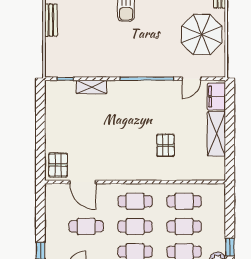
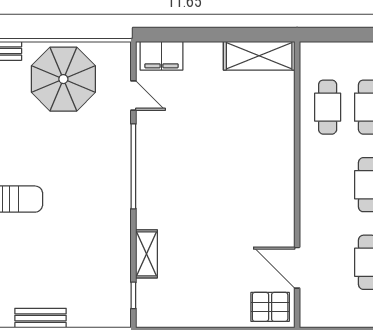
shelving: (216, 134) -> (259, 56), moved
pallet: (165, 145) -> (239, 137), removed
door: (83, 182) -> (297, 268), swing flipped
cafe table: (135, 201) -> (328, 185), removed

